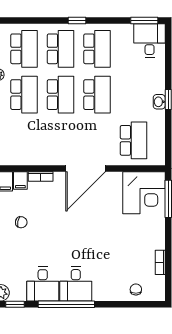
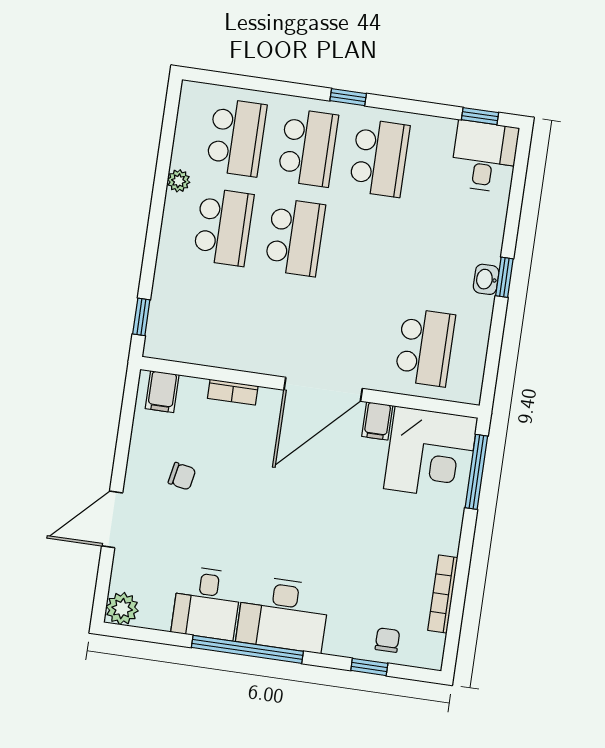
window: (144, 21) -> (480, 116), width x0.67
school desk: (97, 95) -> (366, 248), removed
filing cabinet: (20, 181) -> (377, 421), moved
bookcase: (160, 262) -> (443, 594), width x1.56
desk: (76, 284) -> (283, 614), width x1.37
window: (15, 304) -> (369, 667), moved

